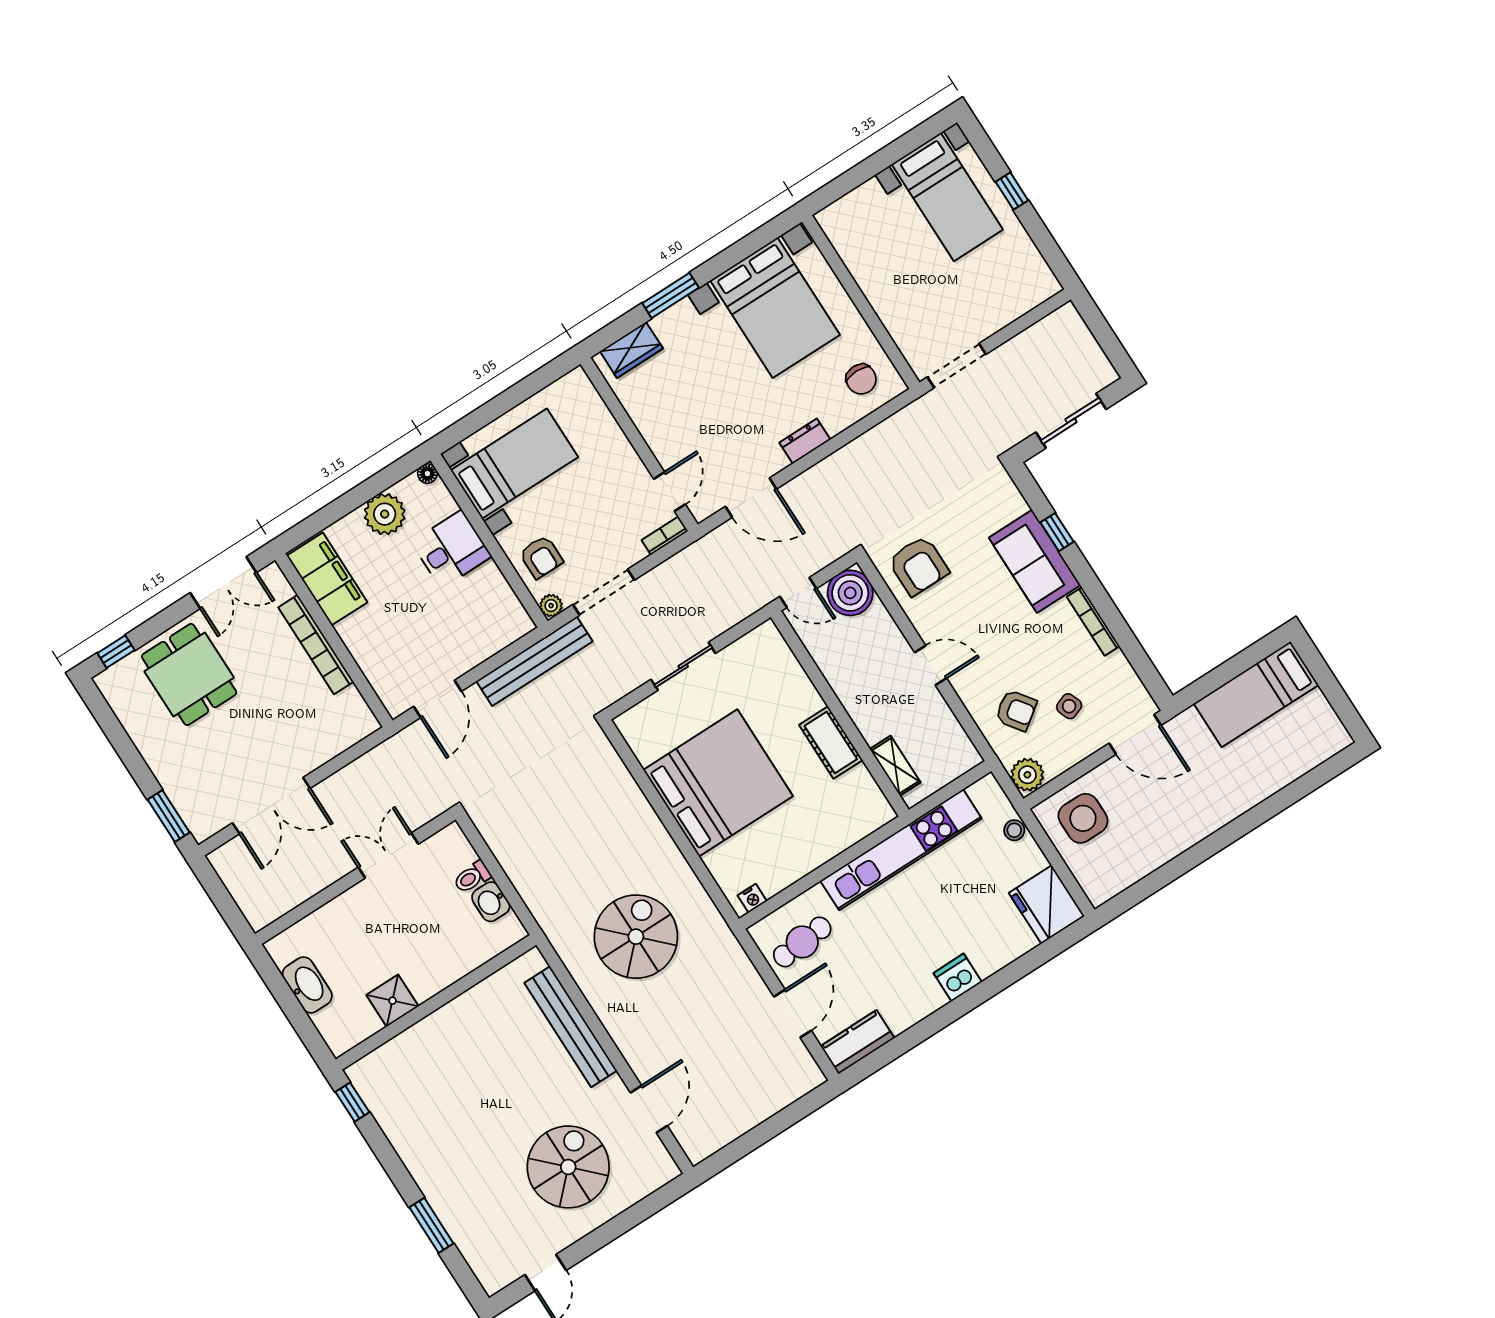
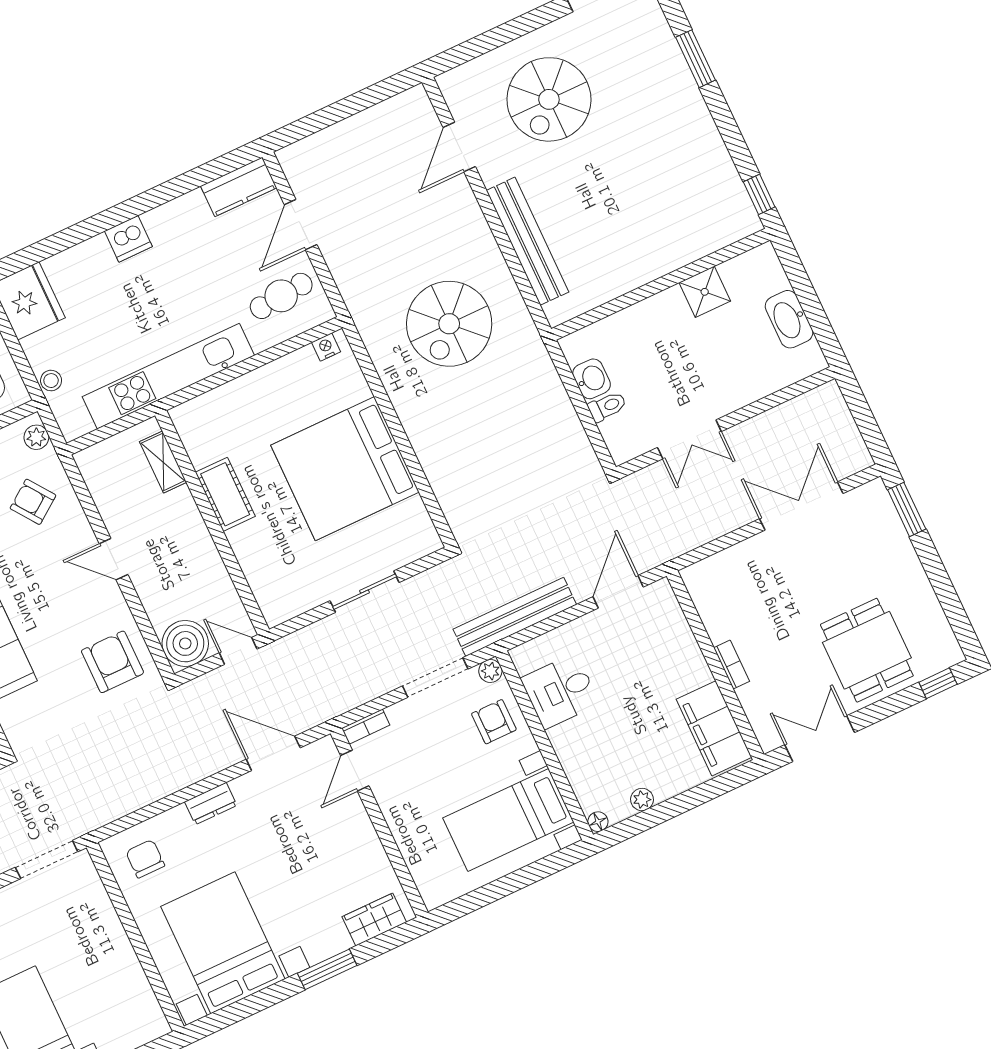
plant: (385, 514) -> (642, 800), width x0.53, depth x0.53
desk: (451, 549) -> (560, 691), moved
bookcase: (316, 645) -> (732, 665), width x0.43, depth x0.76
plant: (1027, 775) -> (36, 437), width x0.73, depth x0.73

